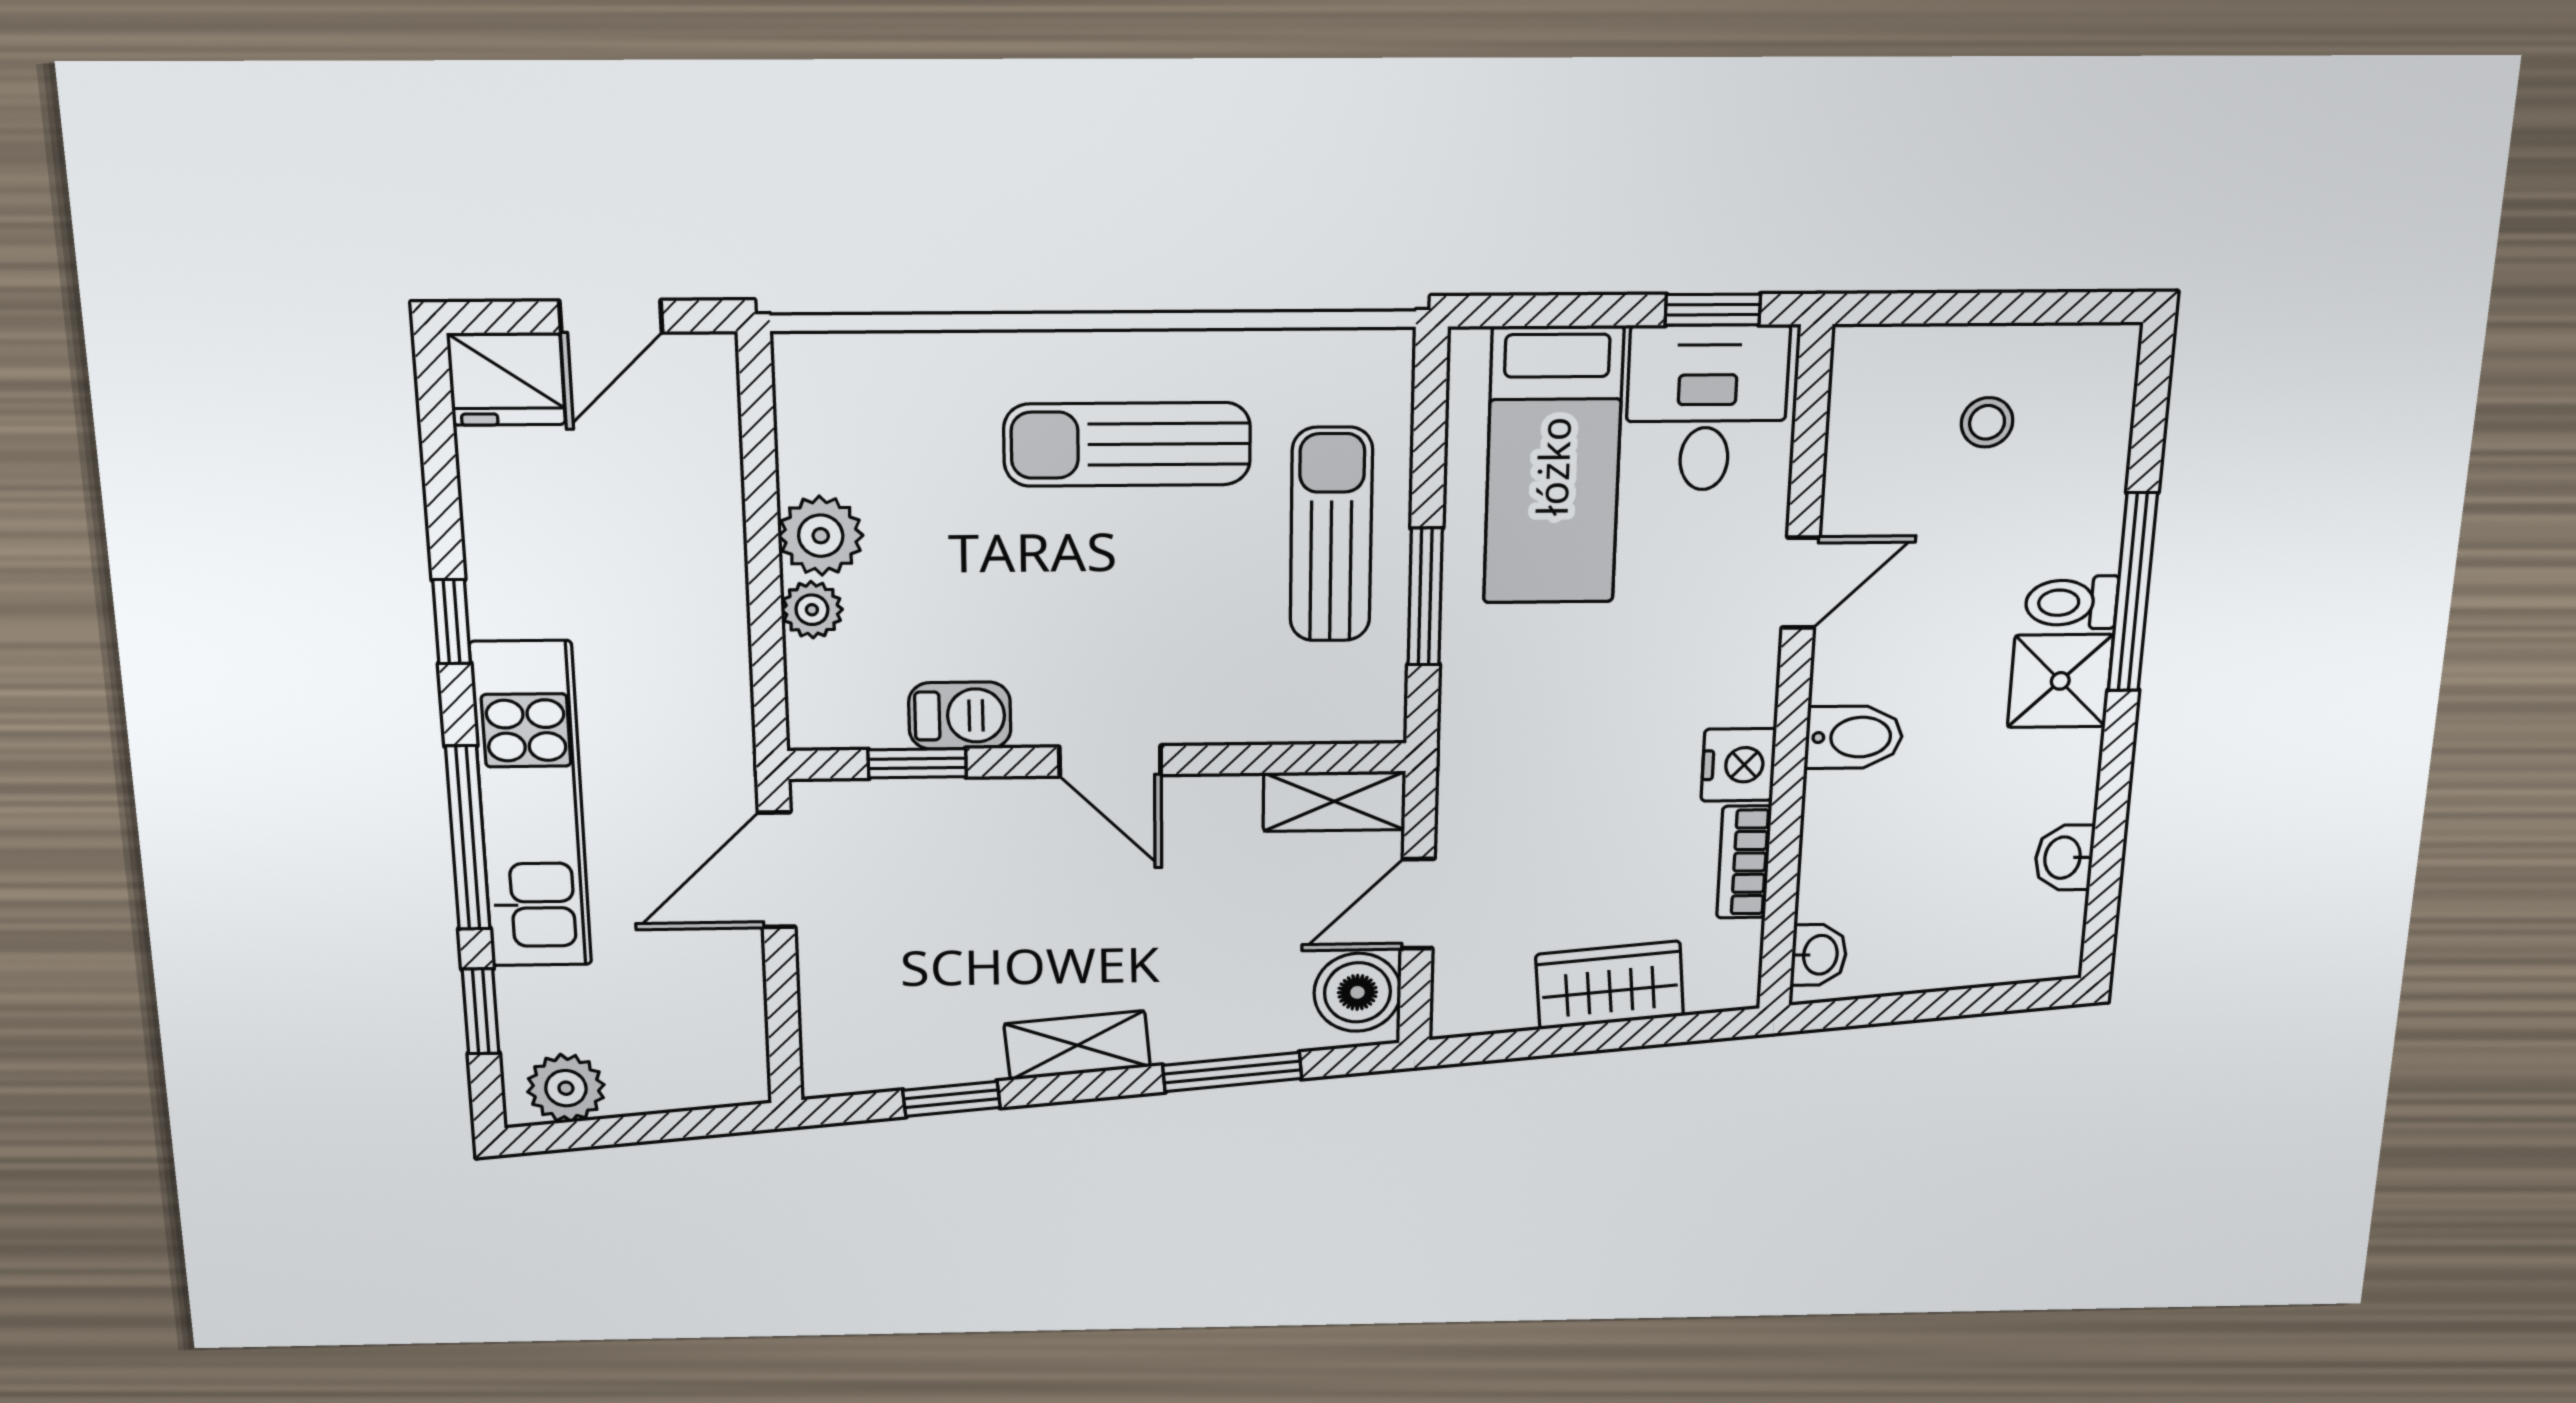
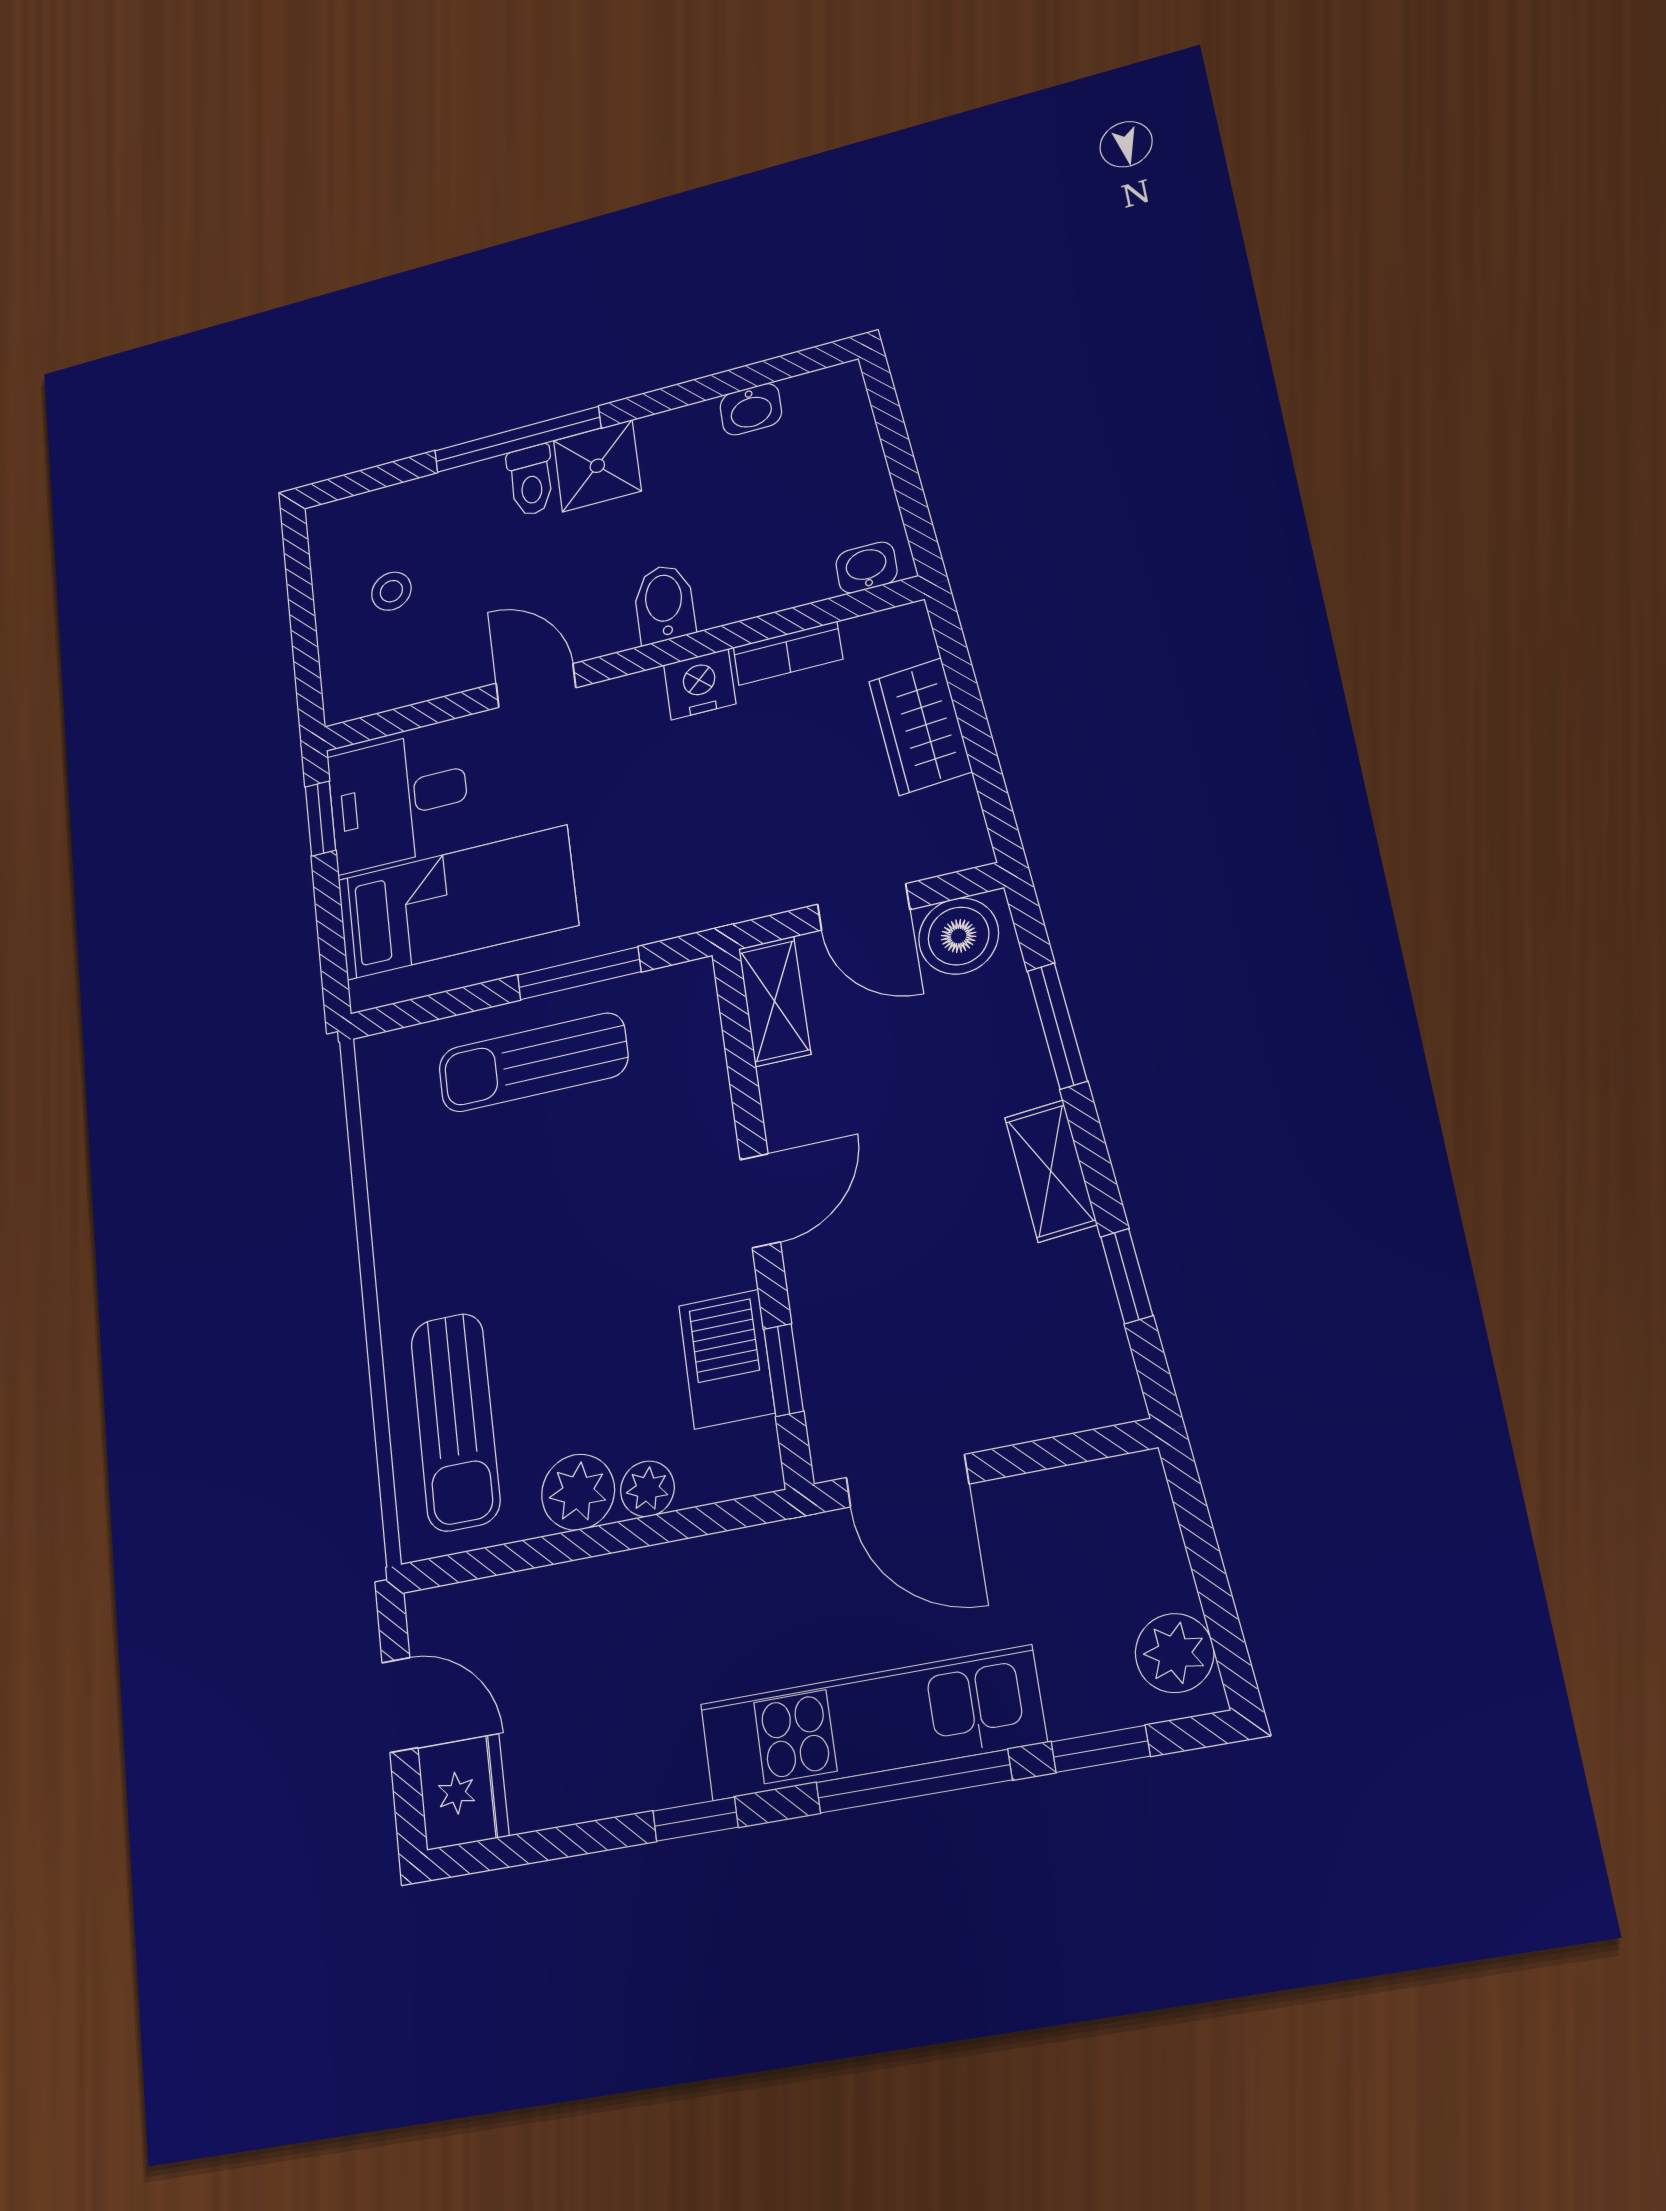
sun lounger: (1127, 444) -> (455, 1422), moved
barbecue: (960, 716) -> (727, 1359), width x1.38, depth x1.27

